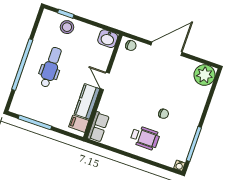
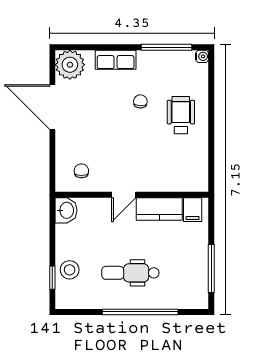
chair: (131, 45) -> (81, 171), moved
door: (167, 49) -> (52, 107), moved
row of seats: (98, 127) -> (116, 60), moved, turned 180

